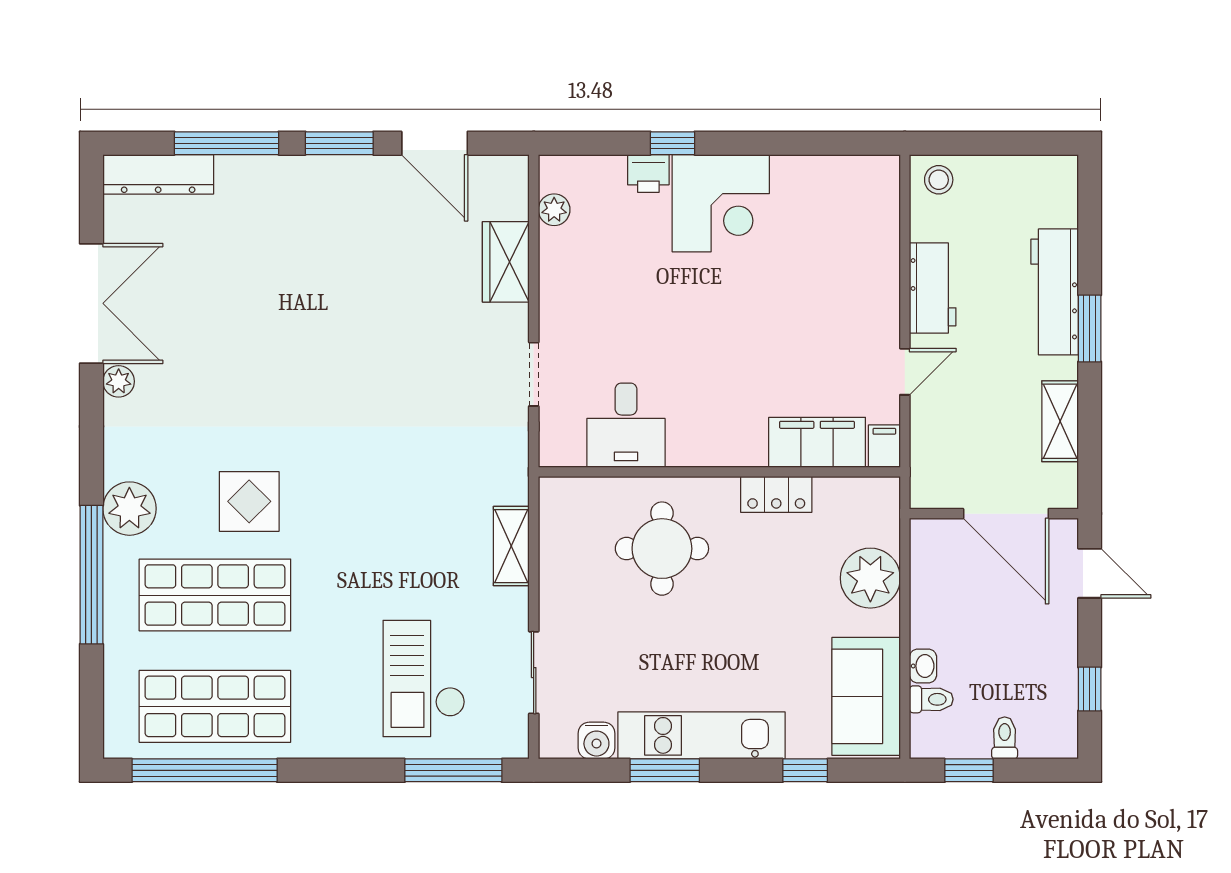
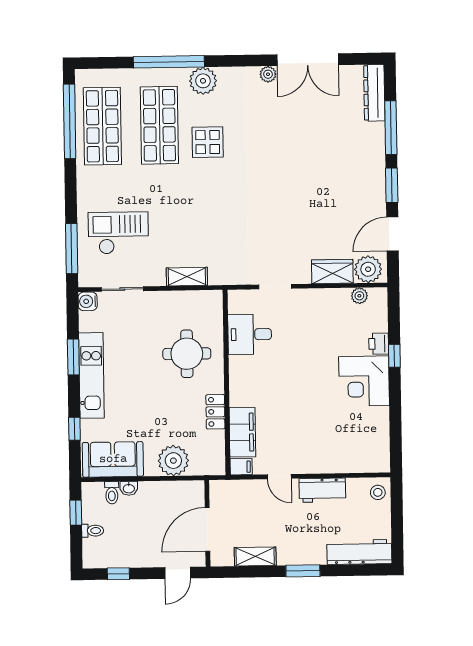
plant: (503, 192) -> (368, 269), added
workbench: (1055, 292) -> (359, 552), moved
water cooler: (596, 741) -> (88, 301), moved

